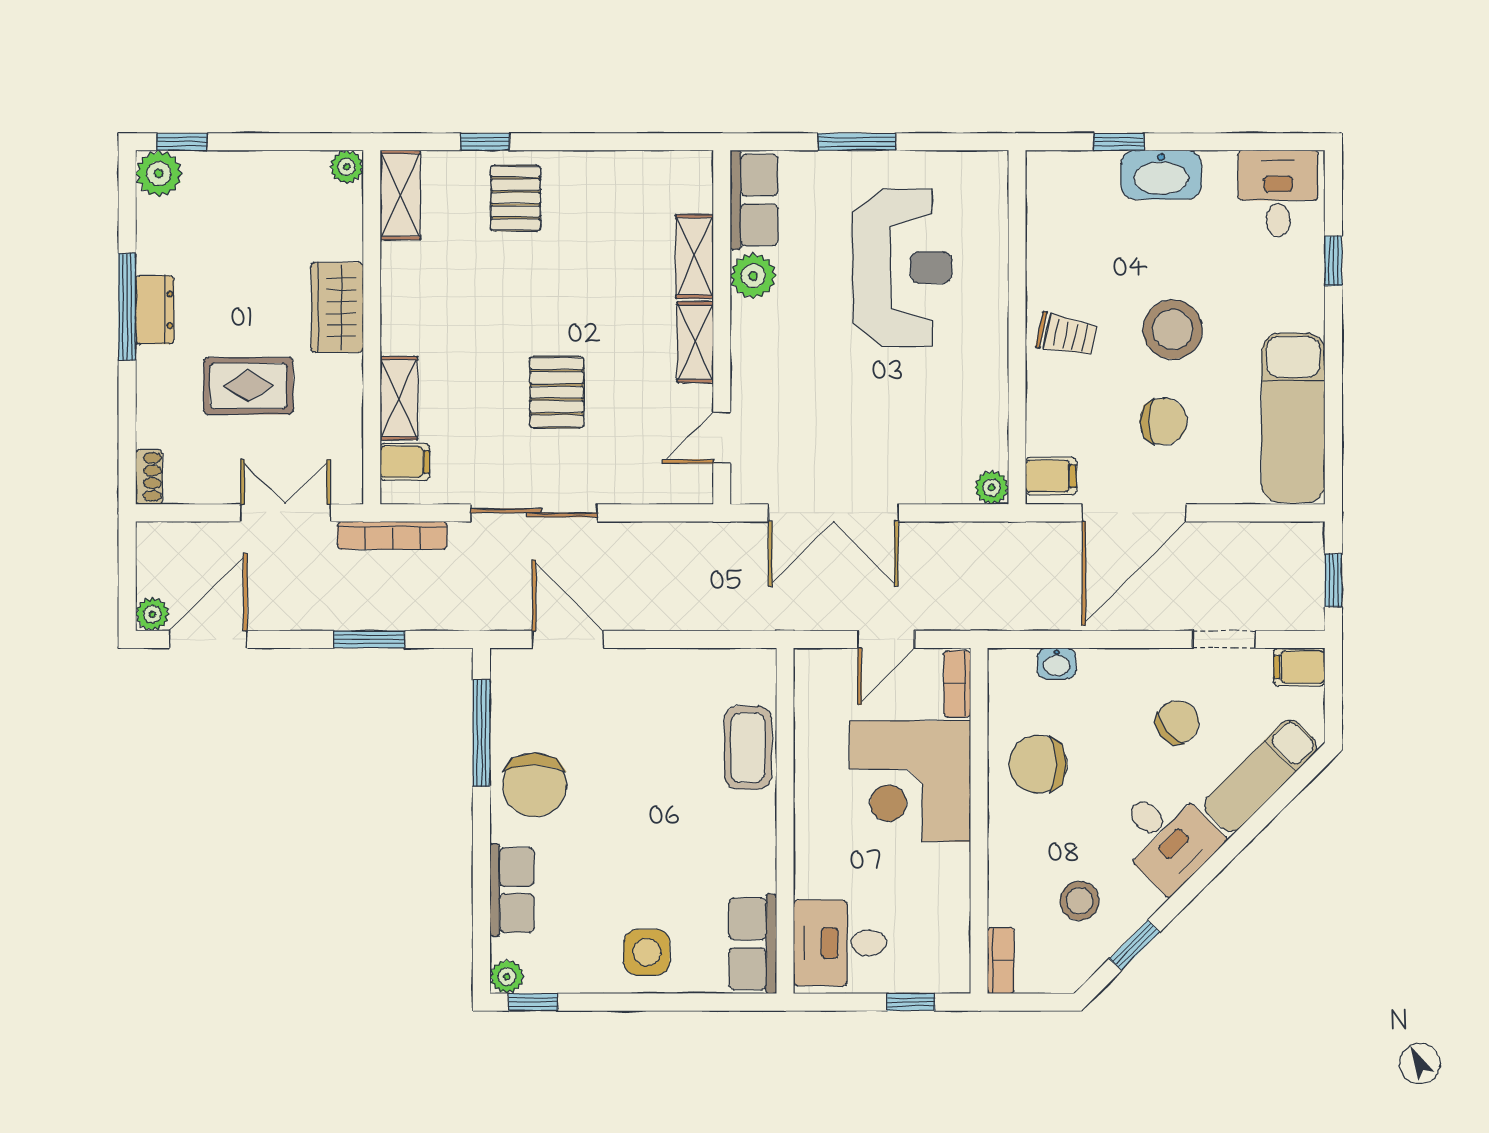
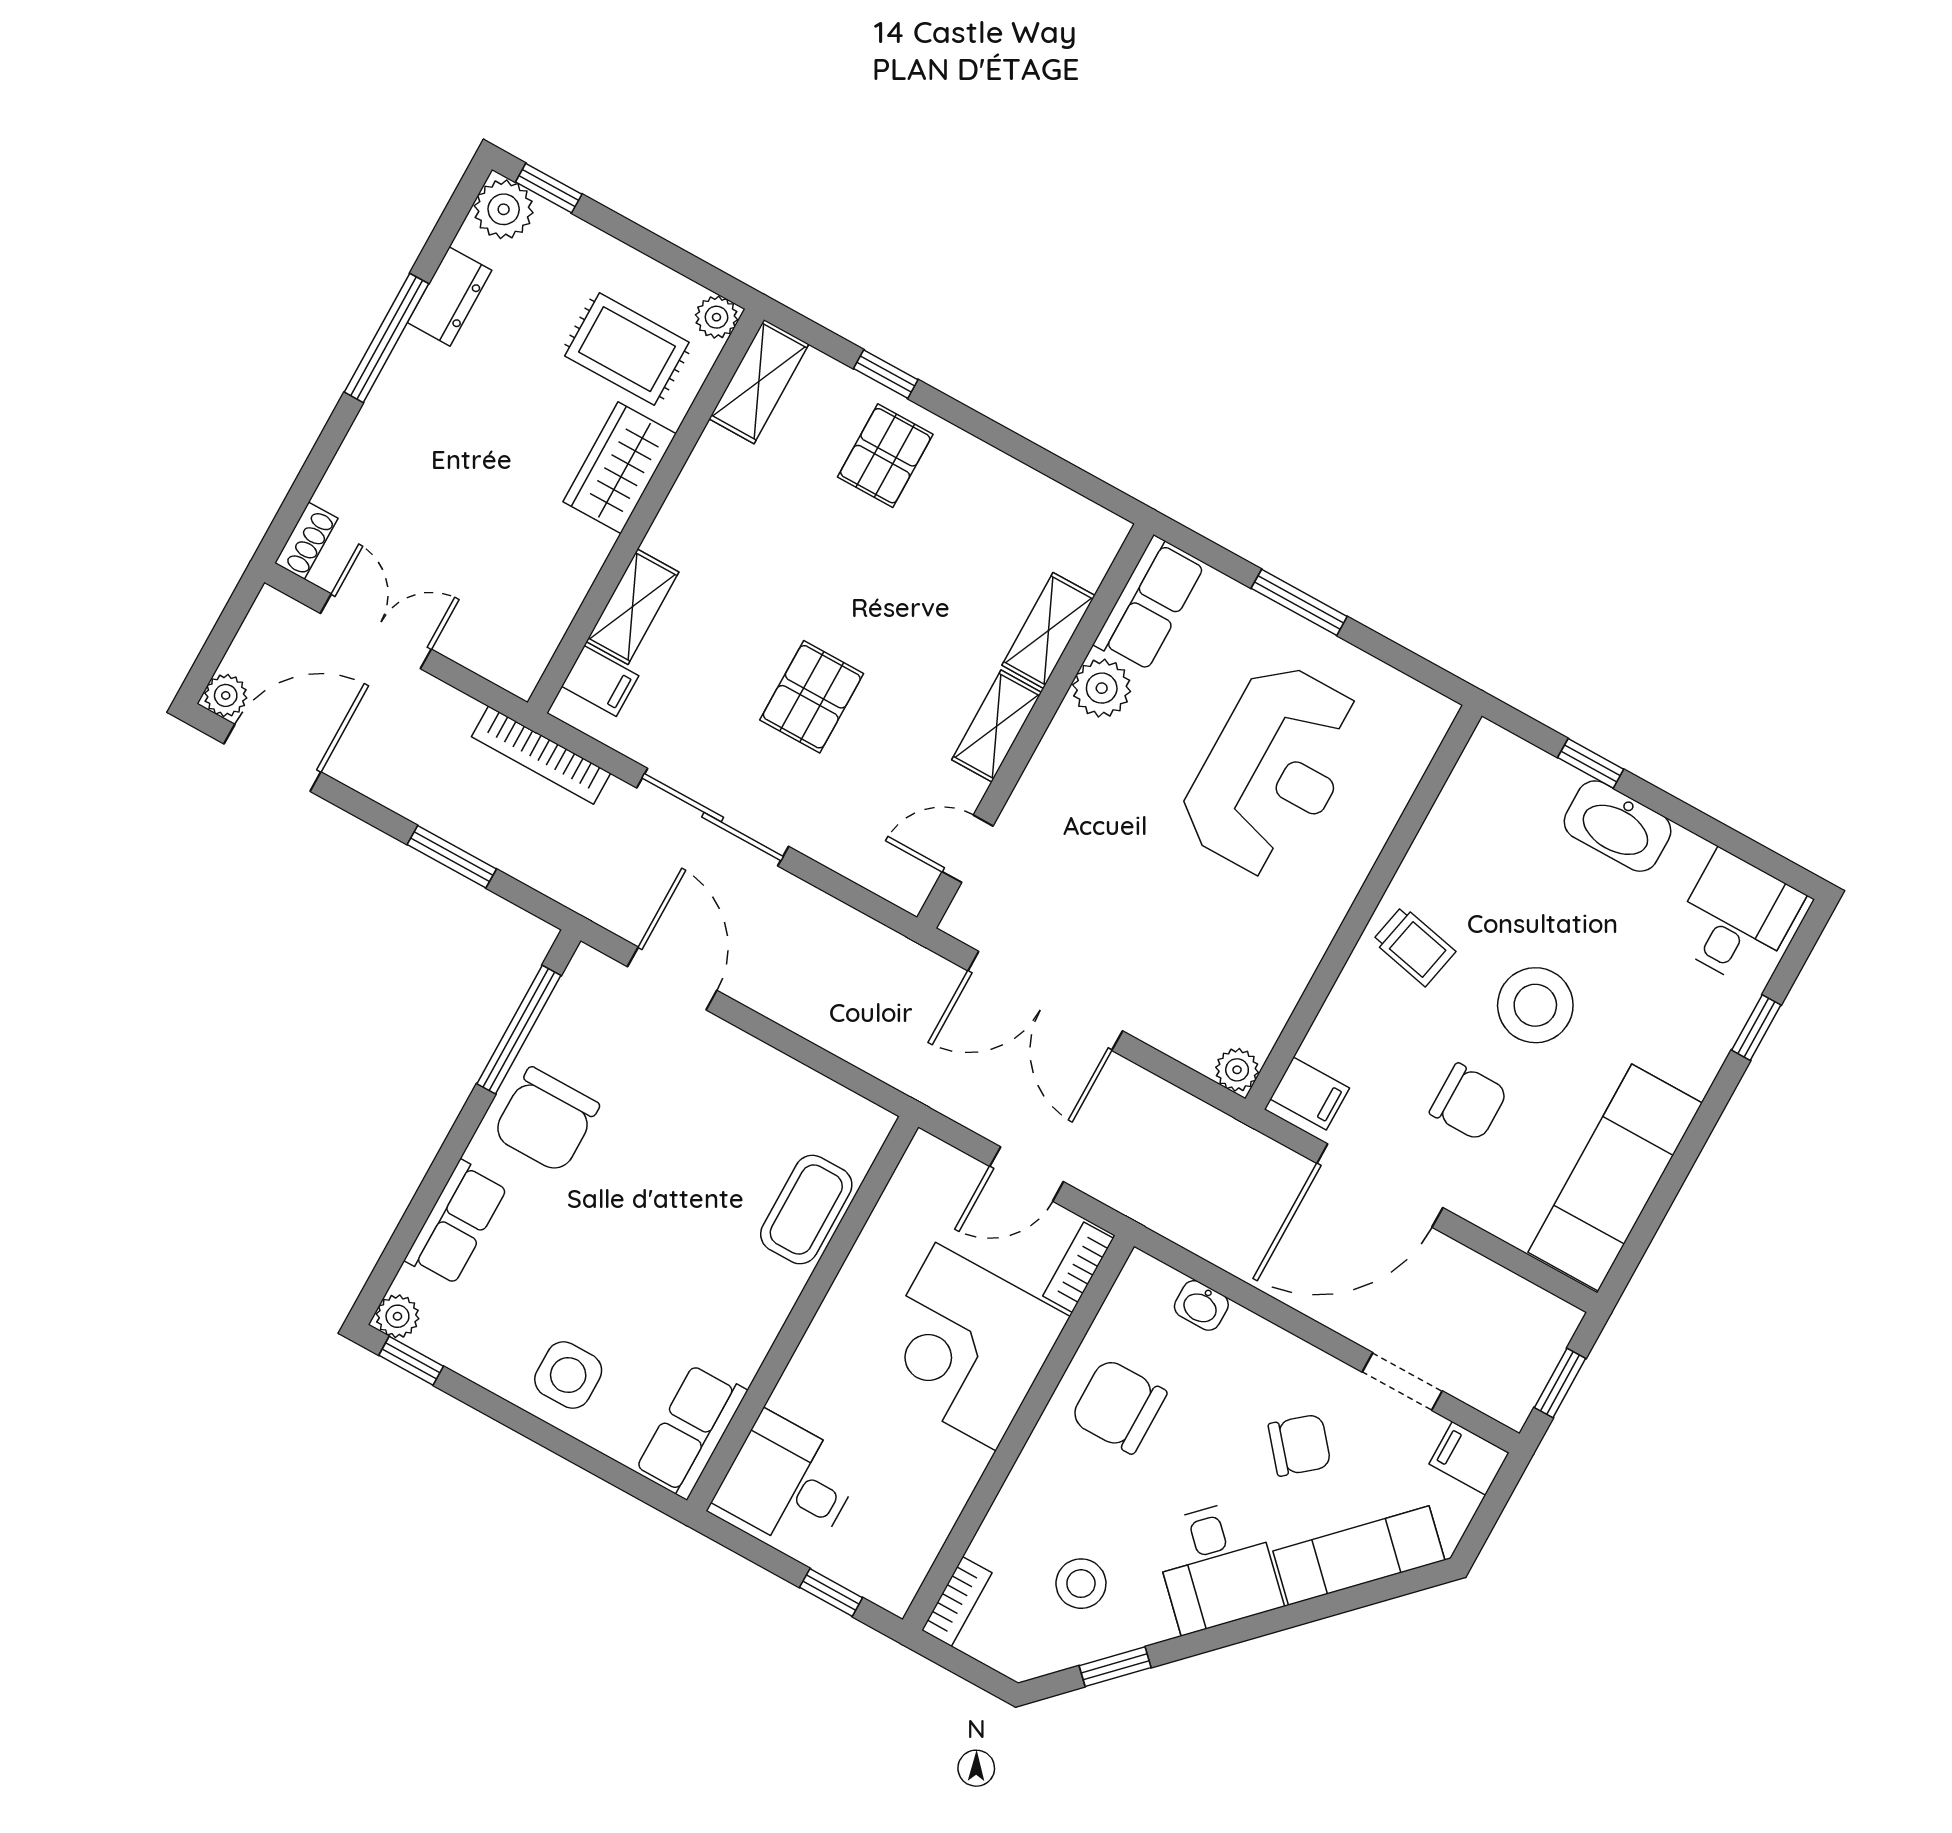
dresser: (155, 310) -> (450, 296), moved
rug: (248, 386) -> (627, 349), moved
double door: (286, 513) -> (376, 631), moved

